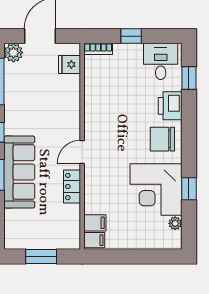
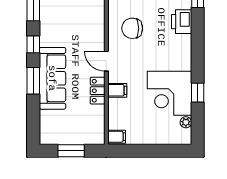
chair: (162, 139) -> (132, 28), moved
door: (82, 152) -> (106, 61), hinge flipped
filing cabinet: (95, 223) -> (117, 90), moved

